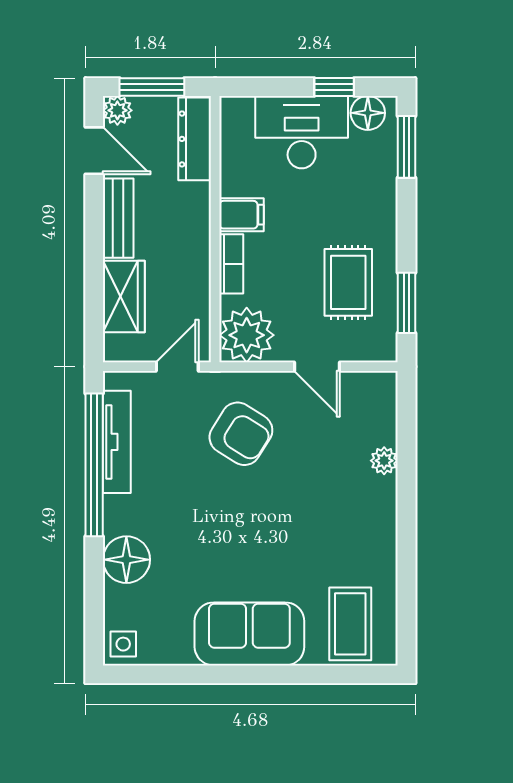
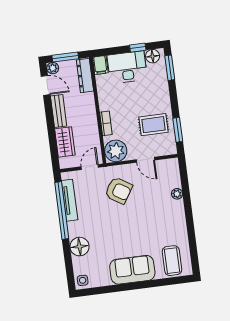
filing cabinet: (241, 215) -> (100, 65), moved, turned 90
rug: (348, 282) -> (154, 125), turned 90

